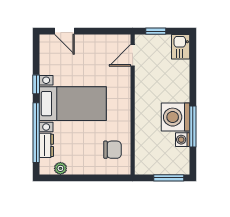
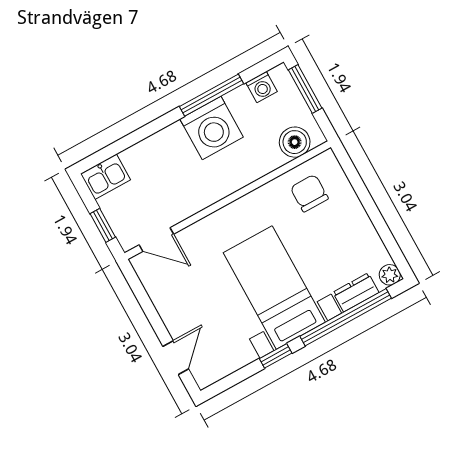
washing machine: (183, 140) -> (261, 87), moved
boiler: (144, 157) -> (295, 142), added
plant: (60, 168) -> (390, 275), moved

